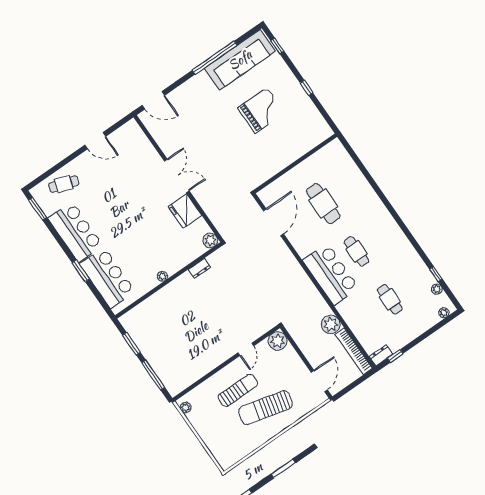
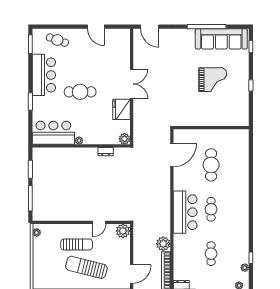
cafe table: (127, 223) -> (80, 92), added
bar counter: (107, 278) -> (53, 133), moved, turned -90

